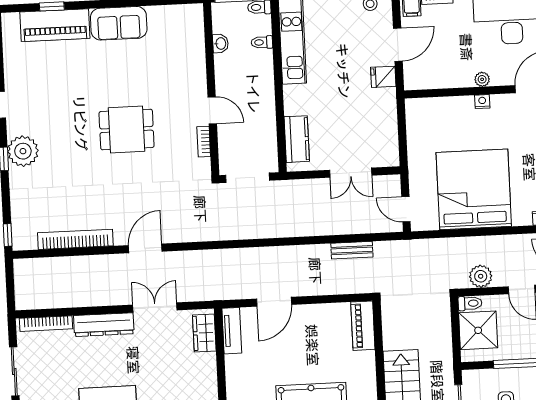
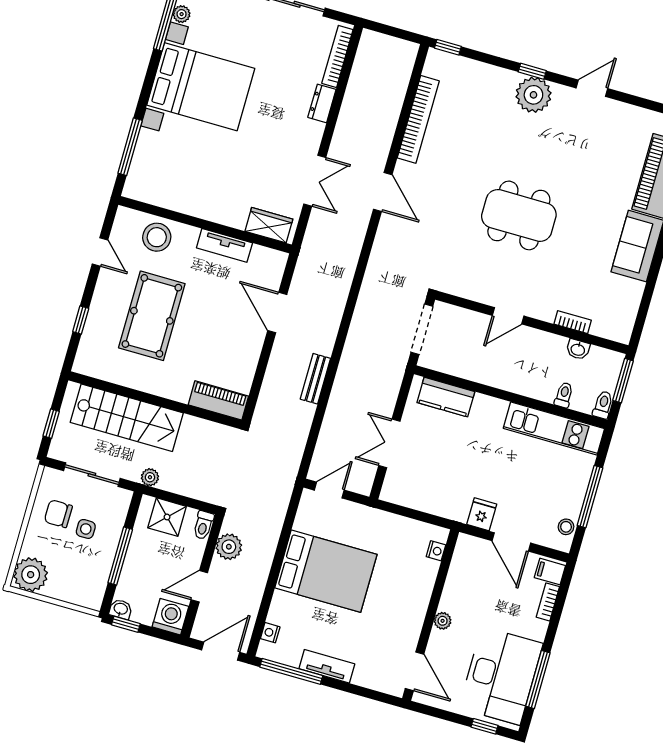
nightstand: (482, 102) -> (436, 551), moved
dining table: (127, 130) -> (519, 215), width x1.37
bookcase: (204, 142) -> (573, 322), moved
bed: (474, 189) -> (326, 571), width x0.73
bench: (352, 250) -> (315, 379), moved
dresser: (104, 325) -> (322, 103), width x0.51, depth x0.80
shower: (478, 330) -> (167, 517), width x0.73, depth x0.73
tv unit: (232, 331) -> (224, 245), moved
plant: (445, 361) -> (150, 477), added

